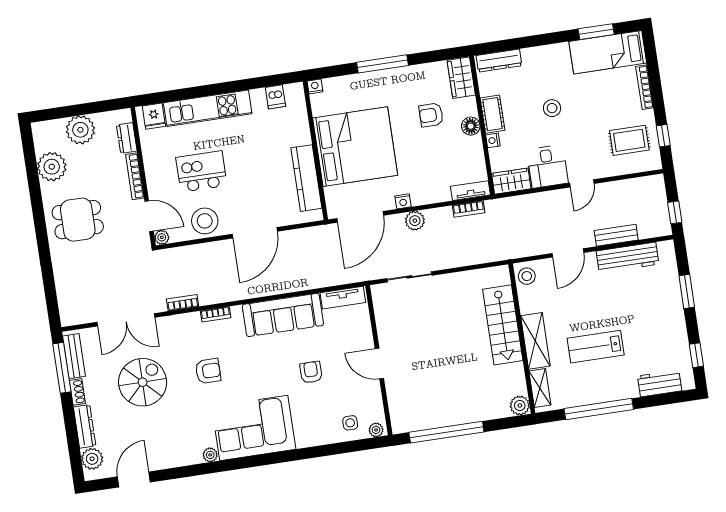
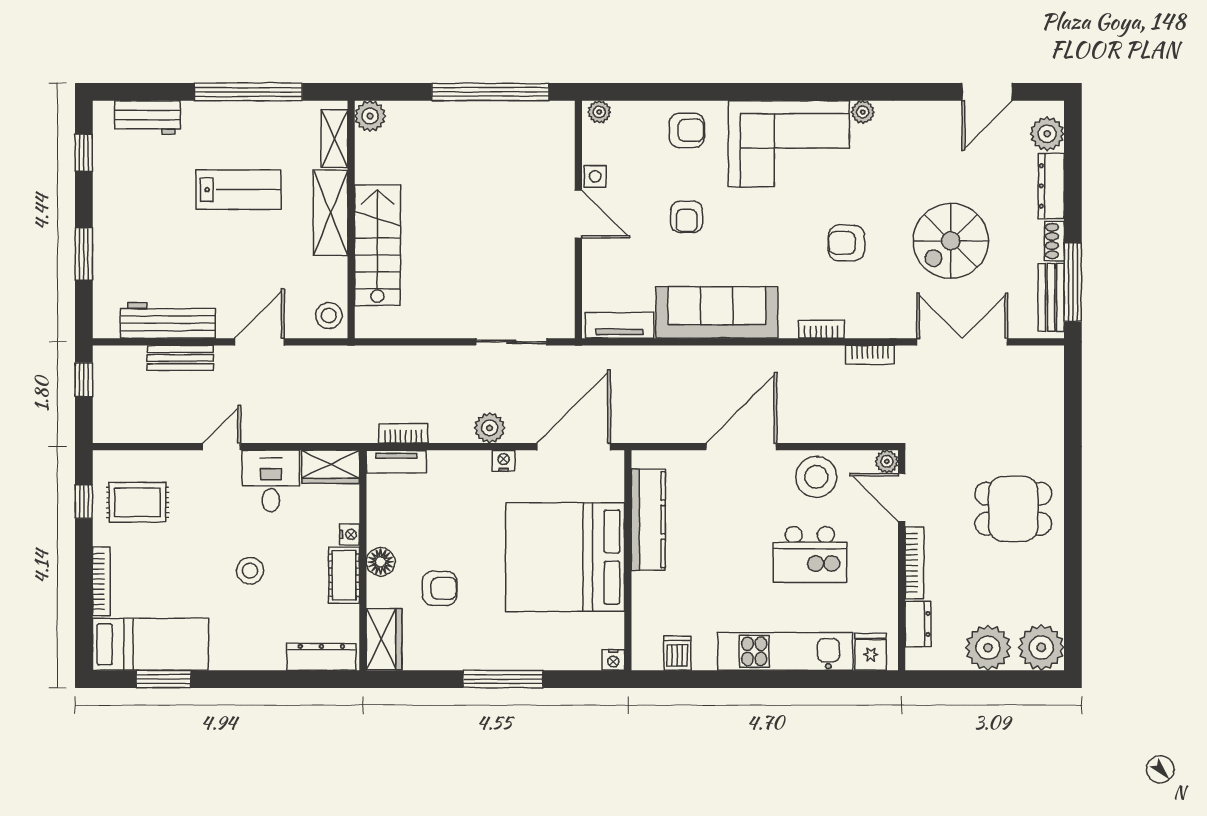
plant: (52, 167) -> (1041, 647), moved
side table: (350, 423) -> (595, 176), moved
armchair: (319, 427) -> (687, 130), added

